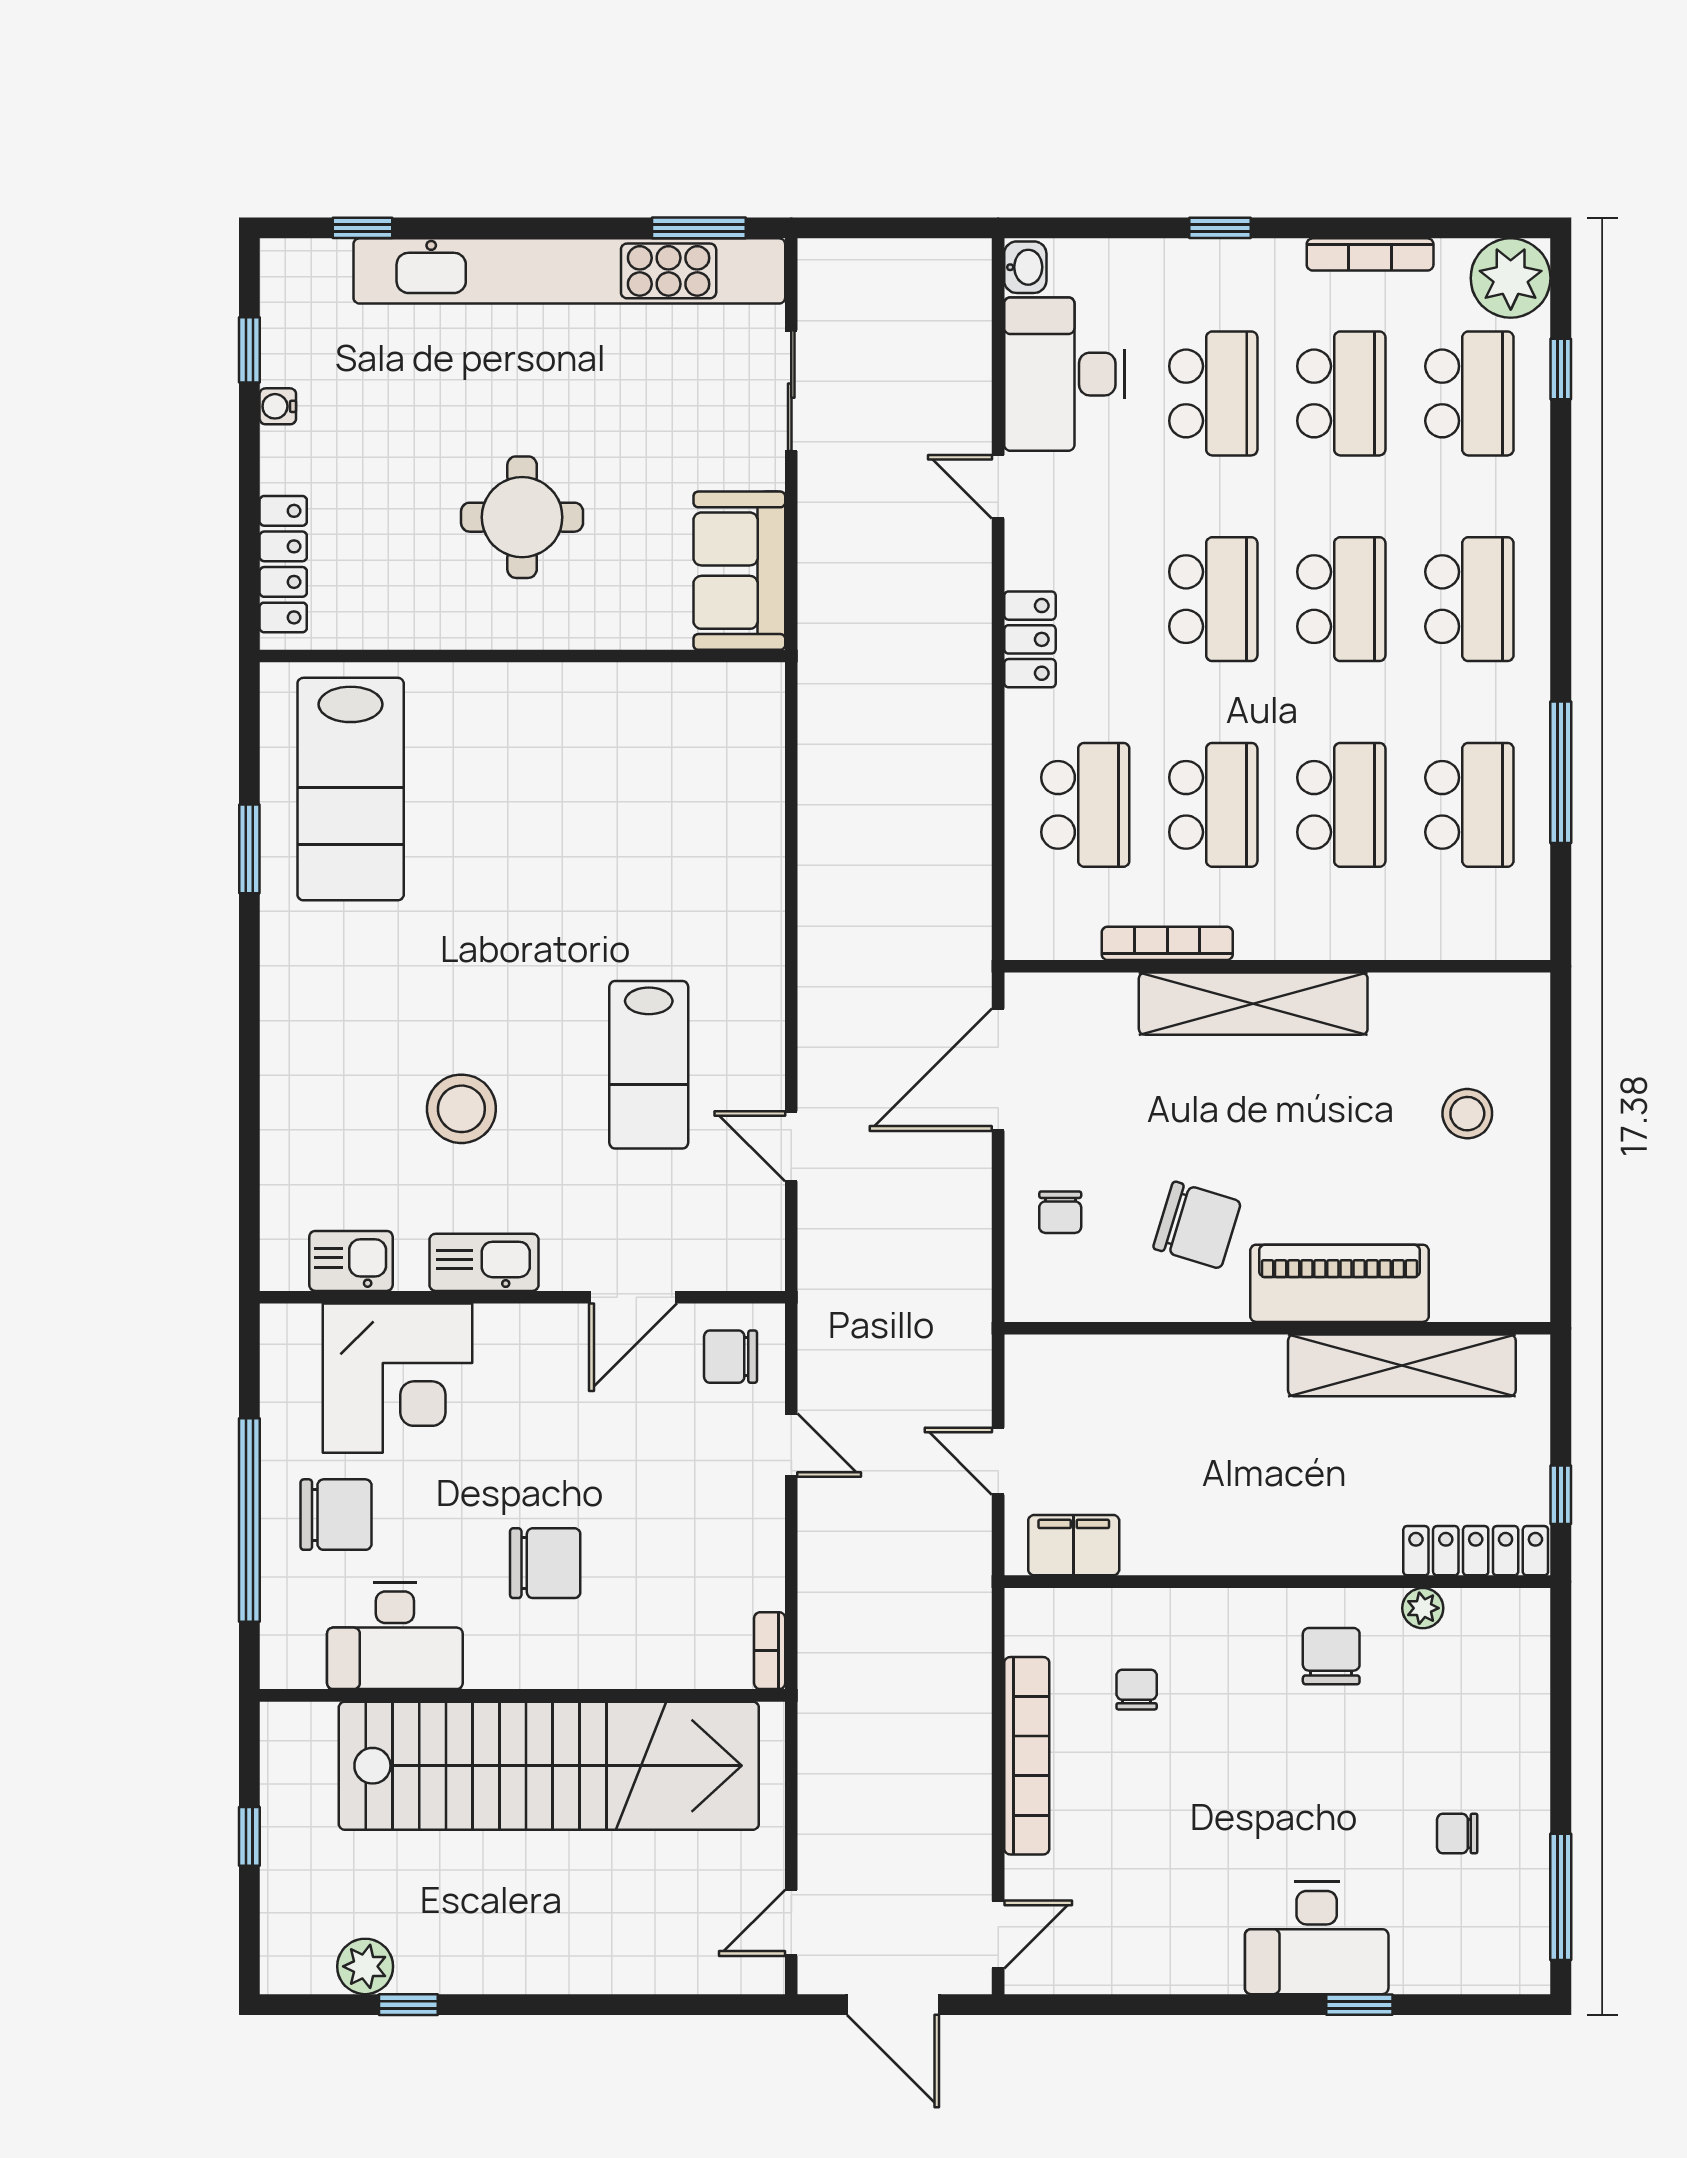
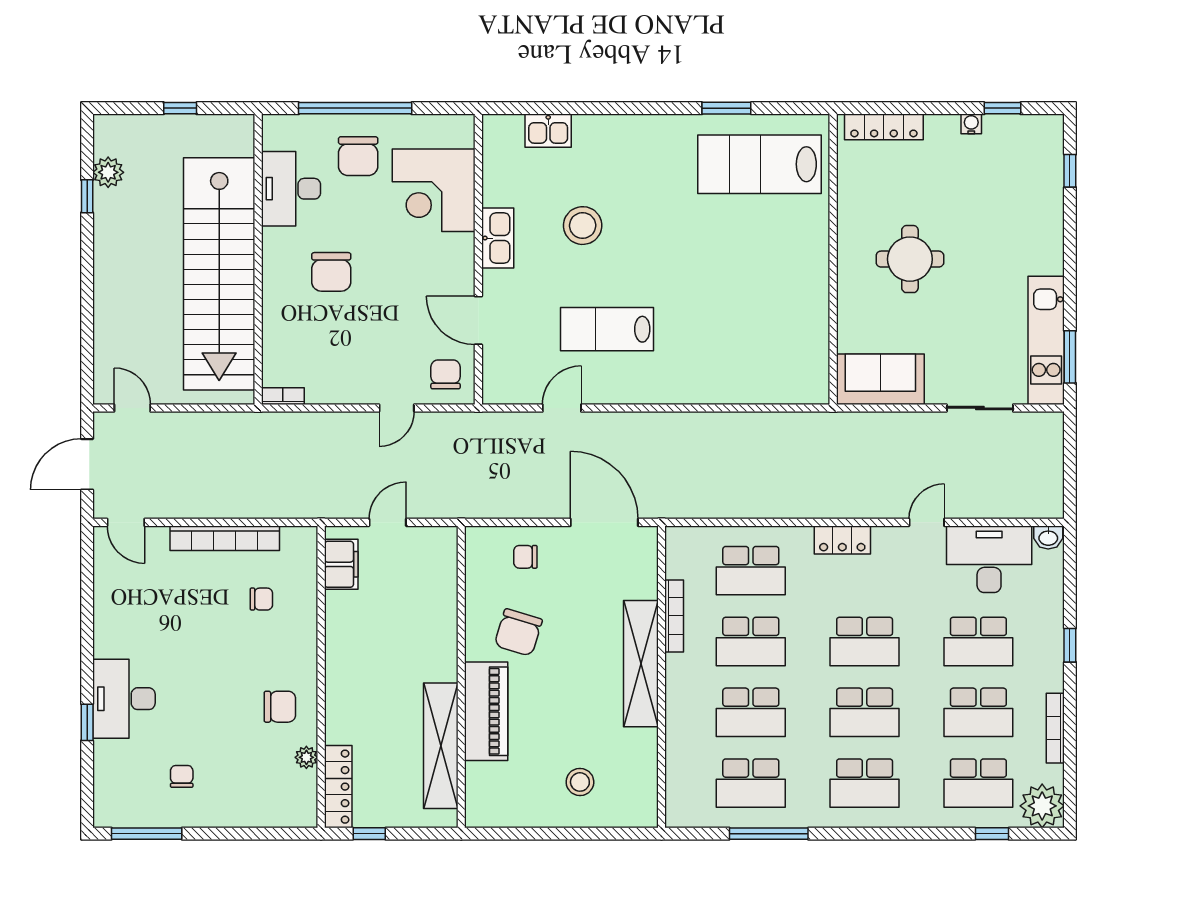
kitchen unit: (569, 271) -> (1046, 340), width x0.54
kitchen sink: (351, 1261) -> (548, 131), moved, turned 90

